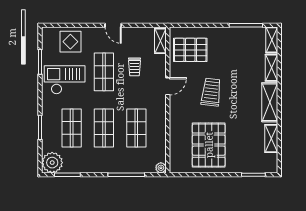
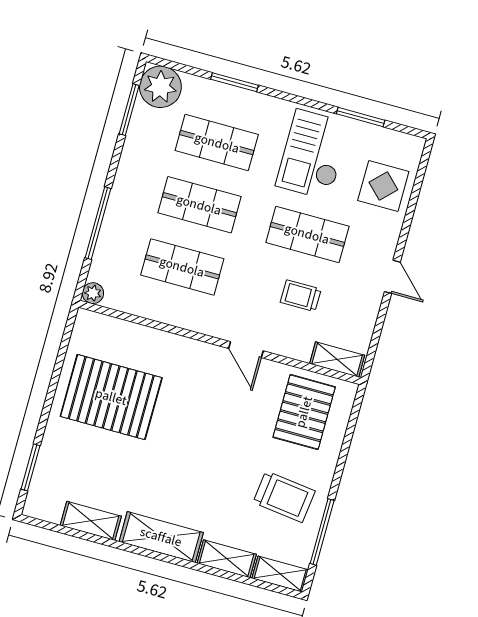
door: (113, 25) -> (392, 277), swing flipped
checkout: (65, 80) -> (313, 155), turned 180
trolley: (211, 92) -> (284, 497), moved

